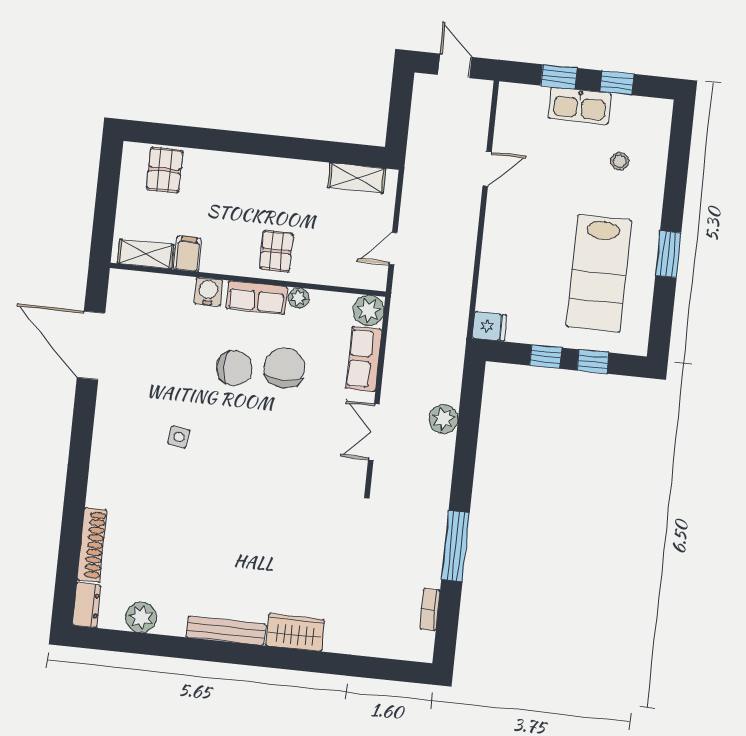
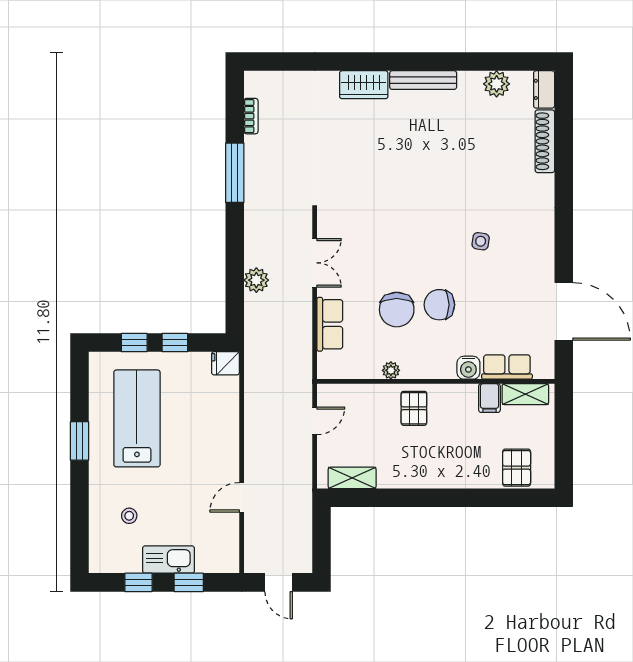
row of seats: (257, 298) -> (507, 367), moved
plant: (369, 310) -> (330, 366), removed

